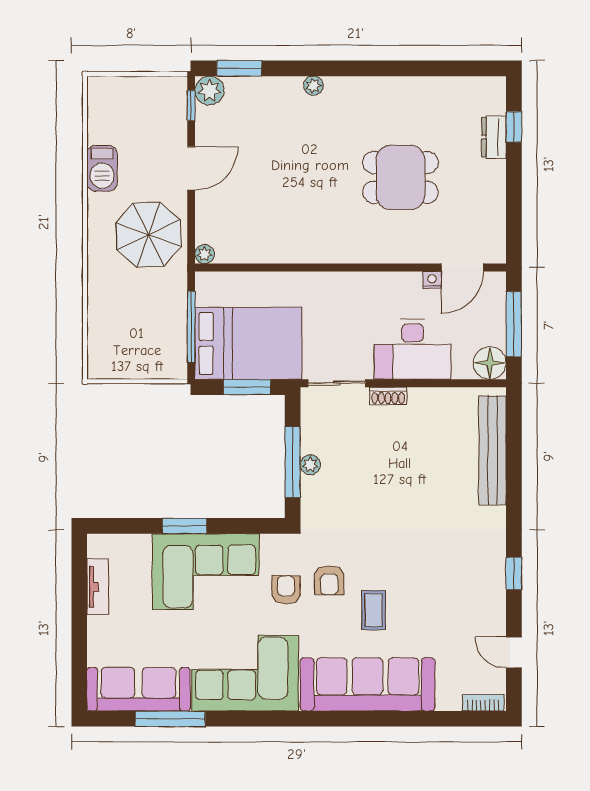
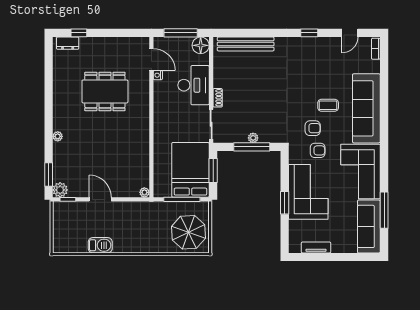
dresser: (494, 137) -> (68, 43), moved
dining table: (400, 177) -> (105, 91), width x1.38
parasol: (149, 235) -> (188, 232), moved
armchair: (286, 590) -> (318, 150), turned 180

